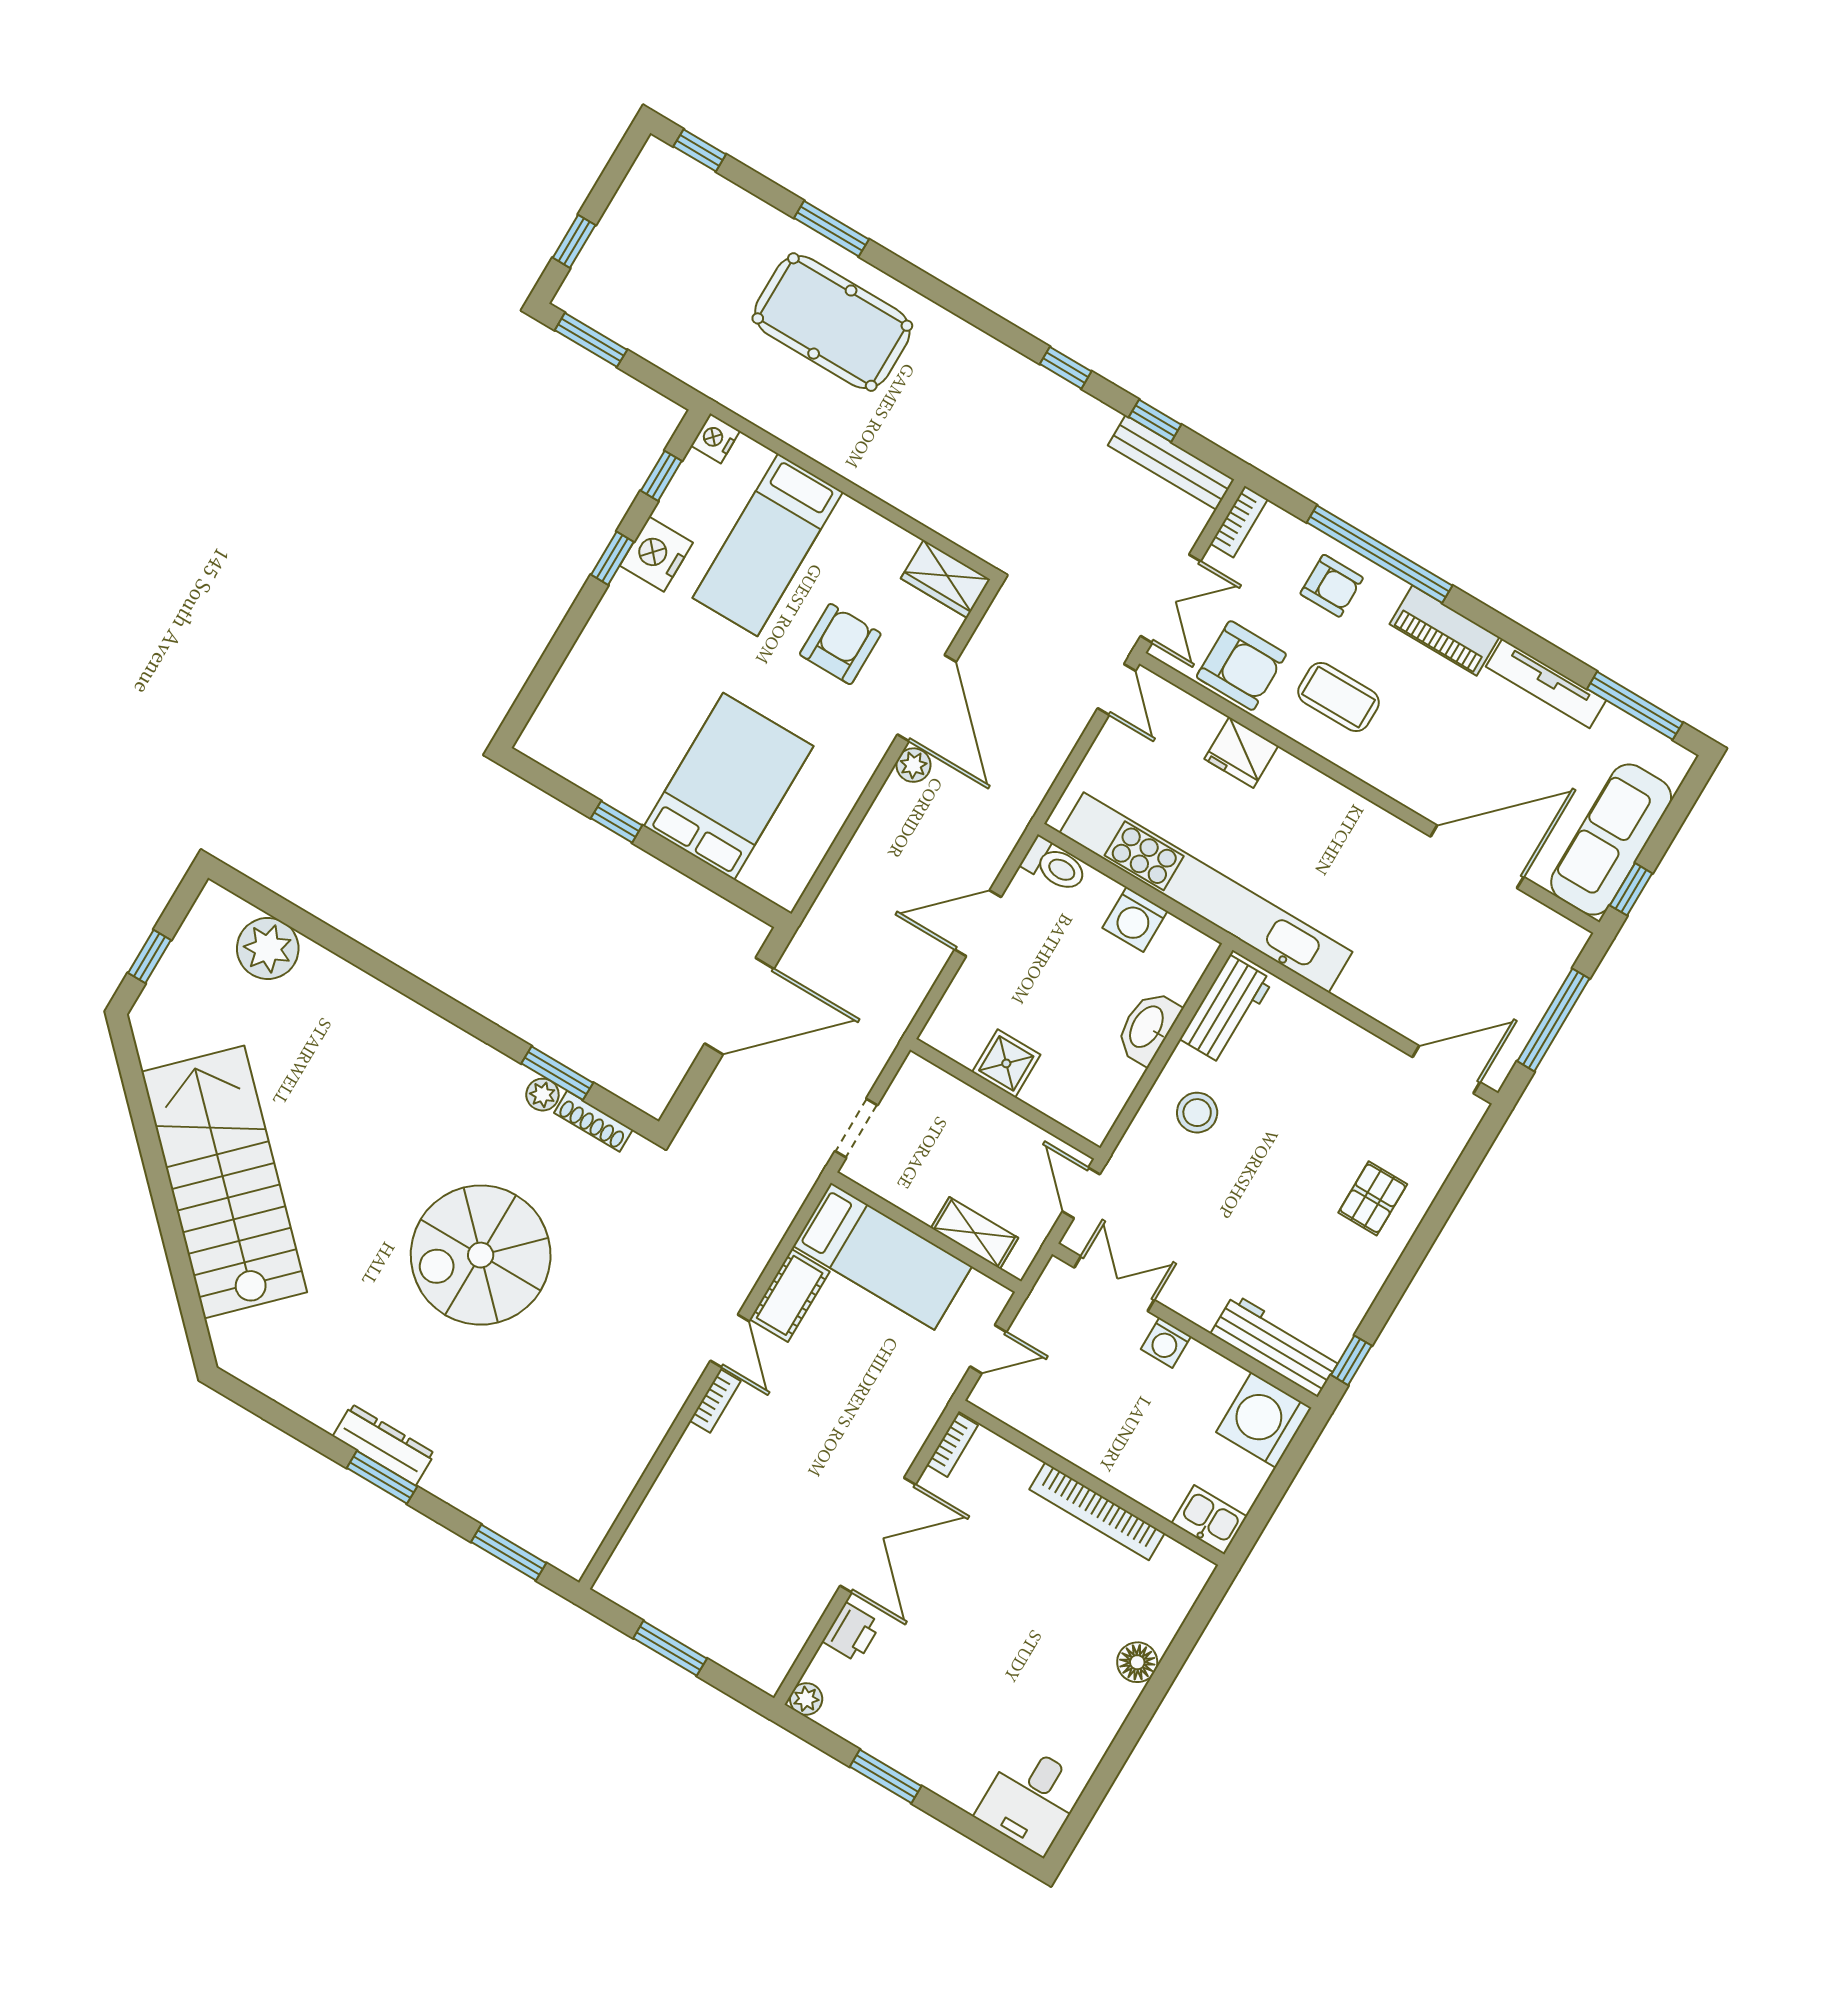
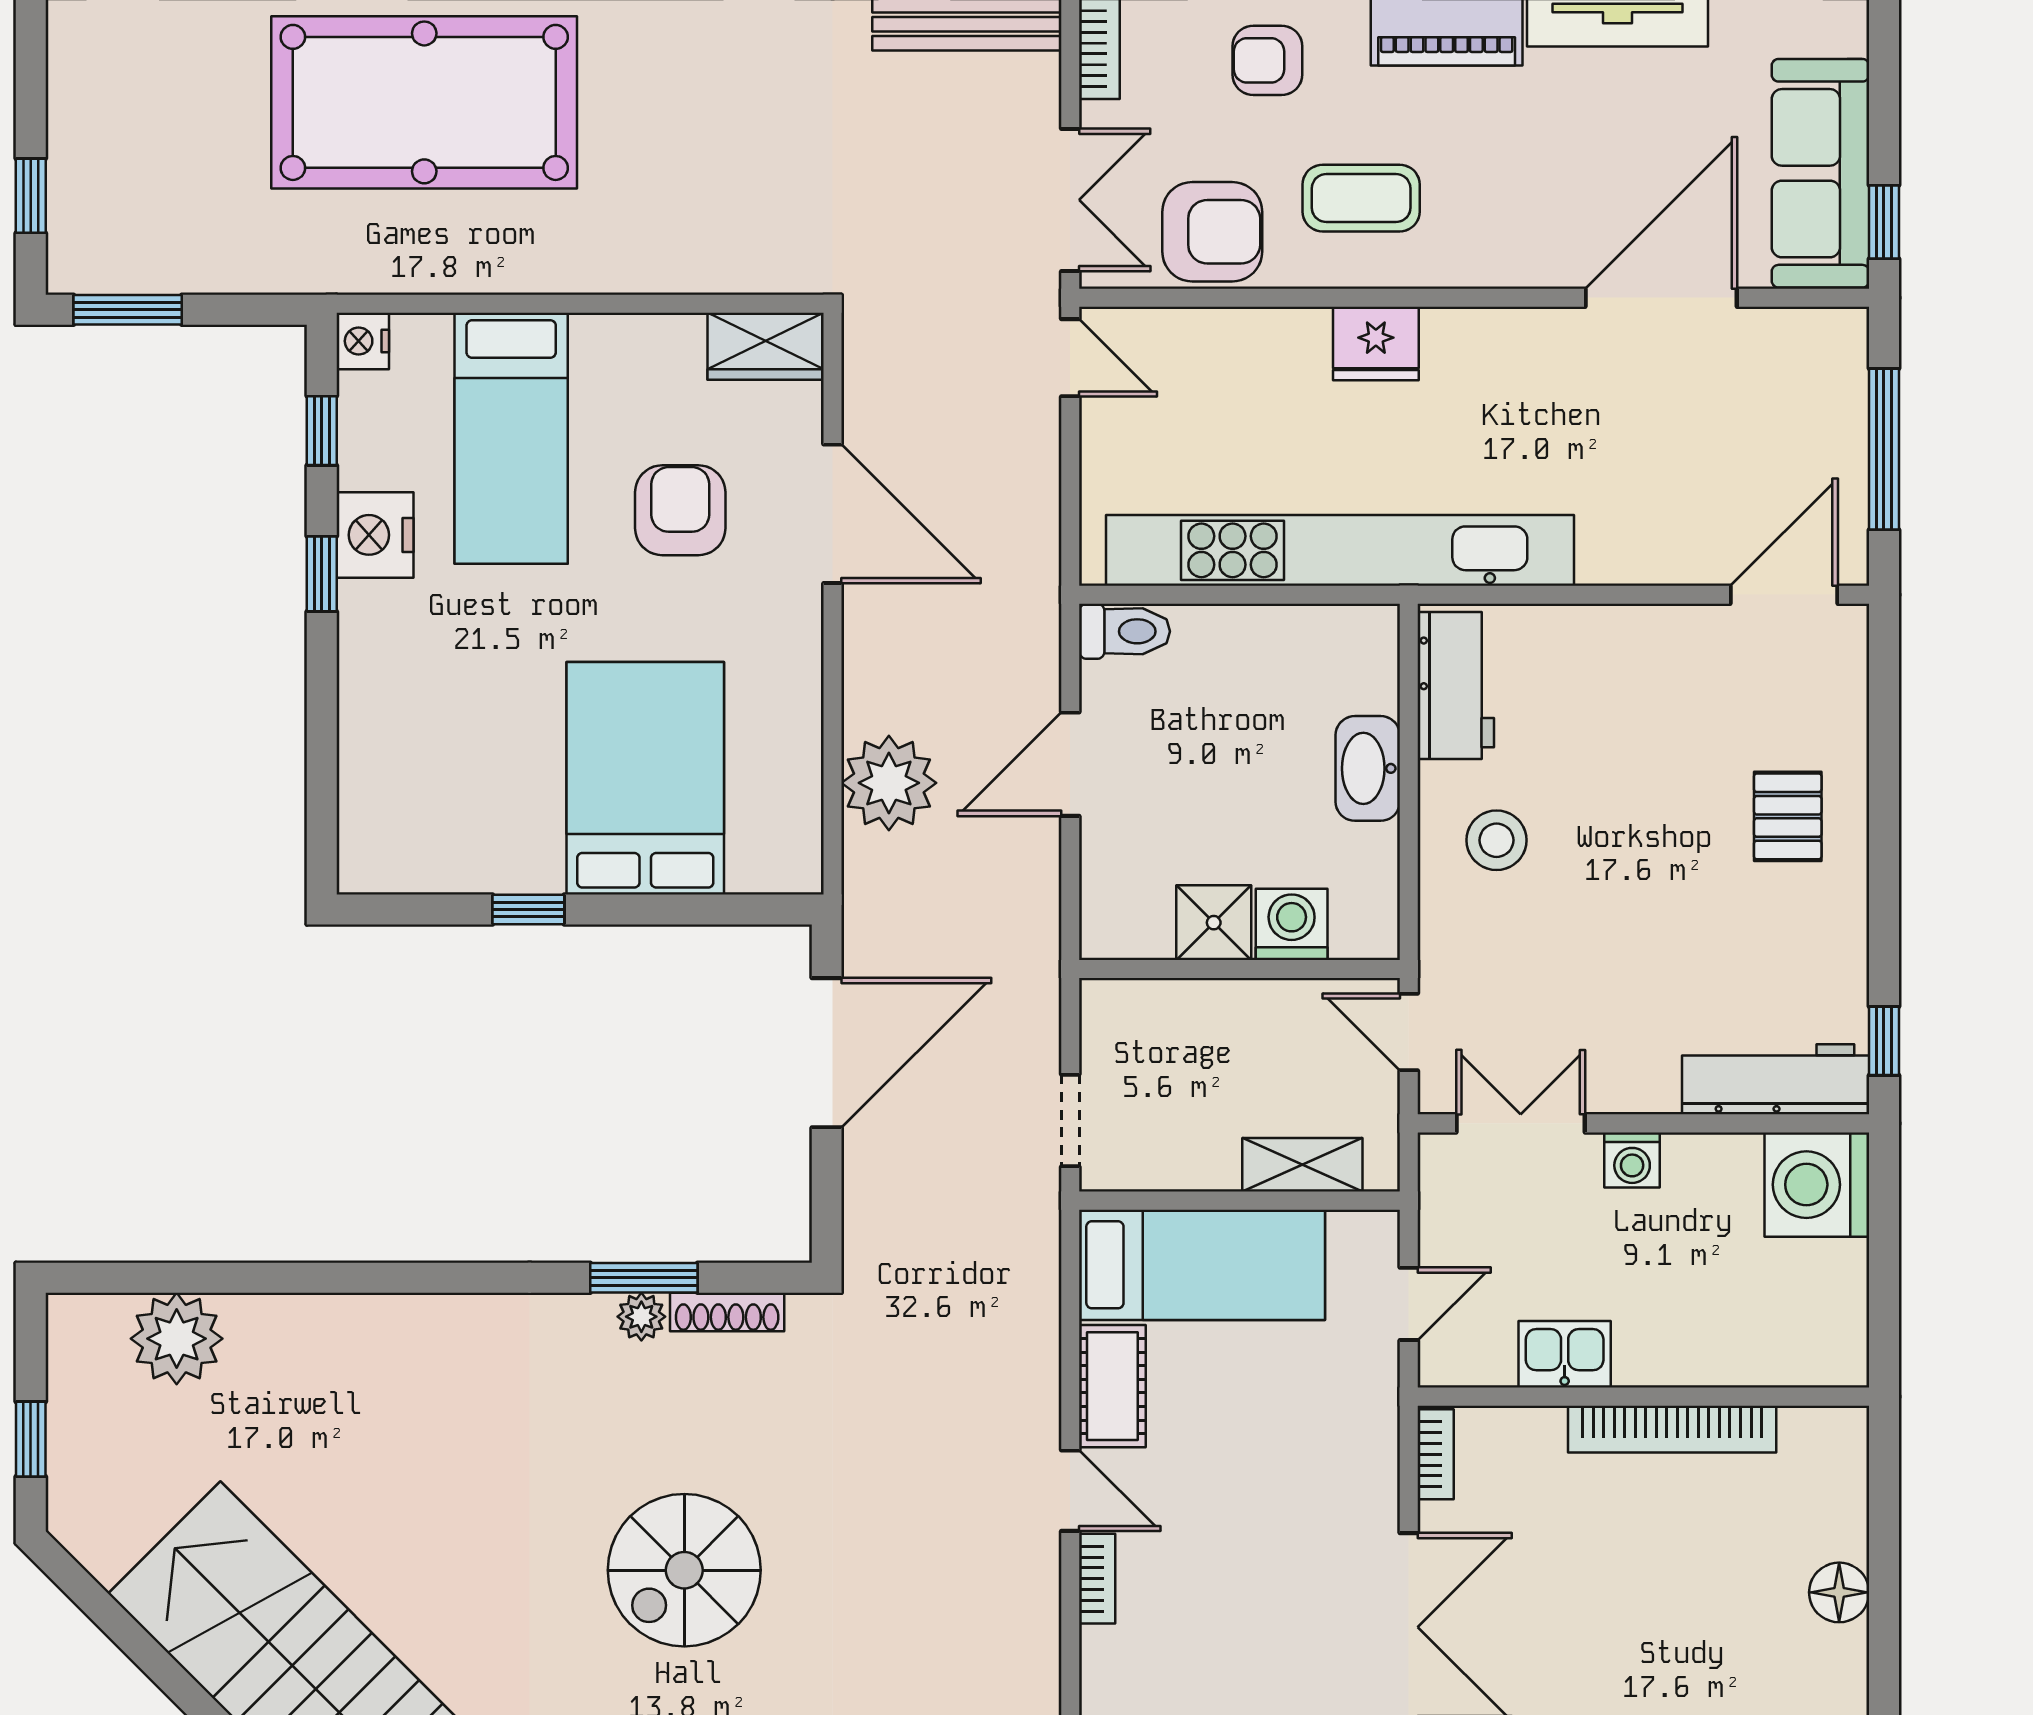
pool table: (832, 322) -> (424, 102), width x1.36, depth x1.32
armchair: (1332, 586) -> (1267, 60), turned 180
fridge: (1241, 752) -> (1376, 343), moved
plant: (913, 765) -> (889, 783), moved, width x1.87, depth x1.87
washing machine: (1135, 919) -> (1292, 924), moved, turned 180
spiral stairs: (481, 1255) -> (684, 1570), width x0.73, depth x0.73
kitchen sink: (1209, 1520) -> (1565, 1354), moved

